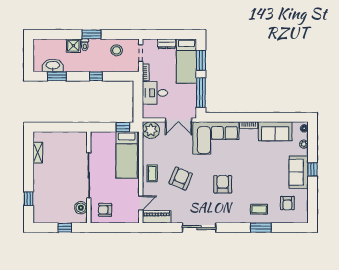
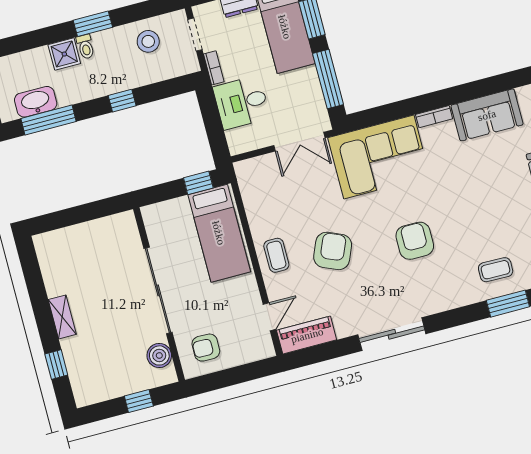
window: (57, 76) -> (49, 120), width x1.44
plant: (151, 130) -> (252, 175), removed
shelving: (38, 153) -> (62, 317), moved

